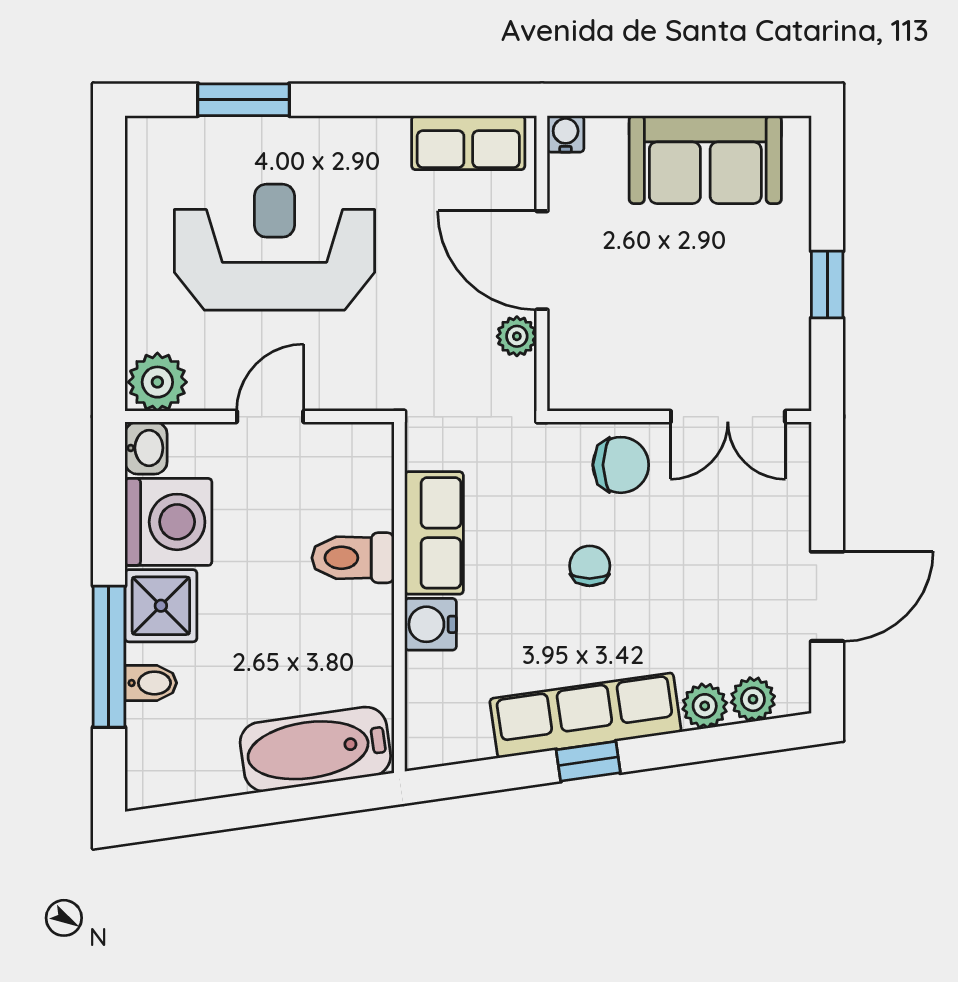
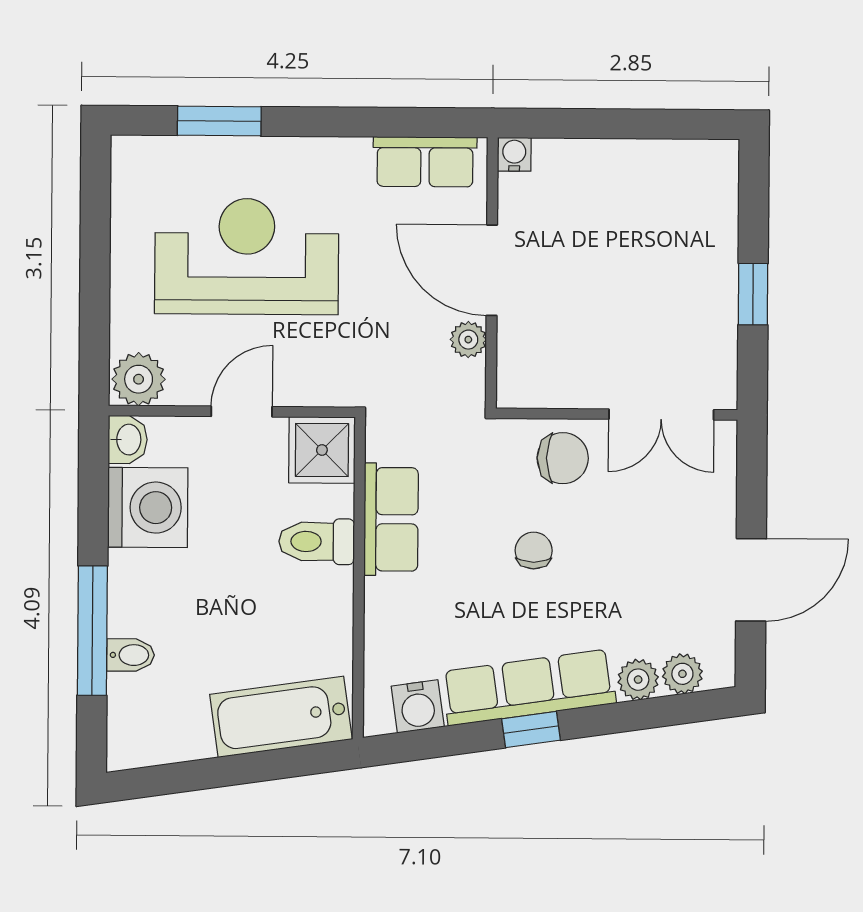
sofa: (705, 160) -> (642, 179), removed
shower: (161, 606) -> (322, 450), moved
water cooler: (431, 624) -> (418, 706), moved, turned -98

